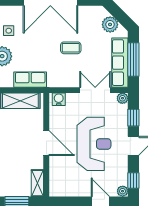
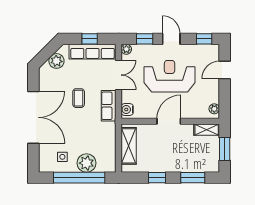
window: (133, 59) -> (90, 39), width x0.46
row of seats: (30, 80) -> (109, 106), moved
double door: (95, 90) -> (119, 75), swing flipped
plant: (123, 191) -> (214, 109), moved

